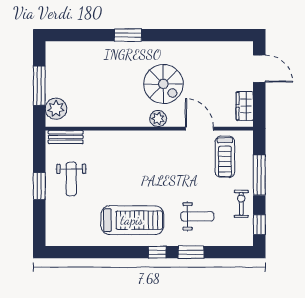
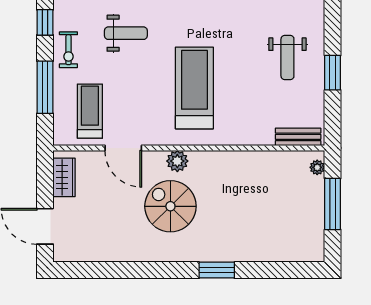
plant: (56, 109) -> (317, 167), width x0.53, depth x0.53
weight bench: (71, 179) -> (287, 57), moved, turned 180
weight bench: (197, 216) -> (126, 33), turned 180
treadmill: (132, 220) -> (194, 88), moved, turned 90

